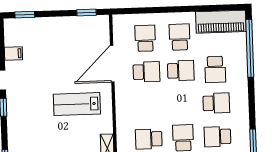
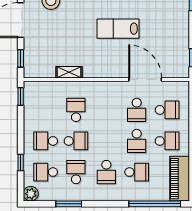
school desk: (215, 69) -> (137, 172), turned 180
lab bench: (77, 104) -> (118, 29), moved, turned -90

